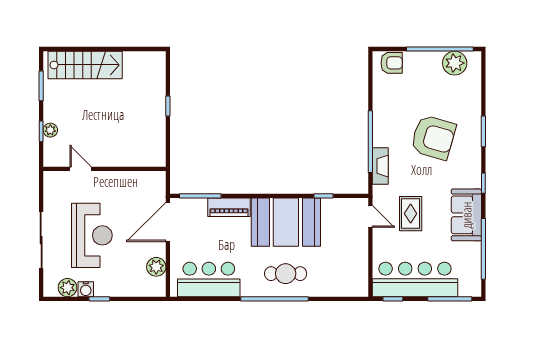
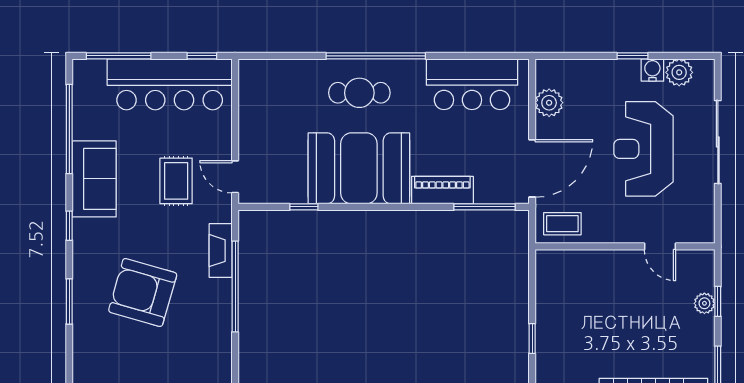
coffee table: (147, 184) -> (562, 224), added

